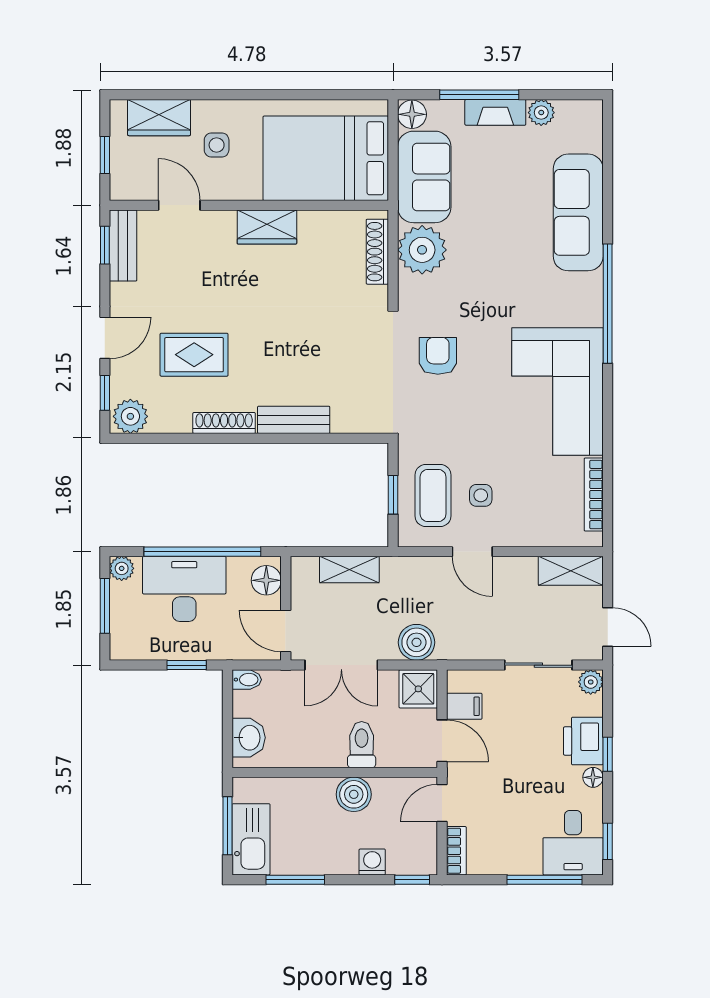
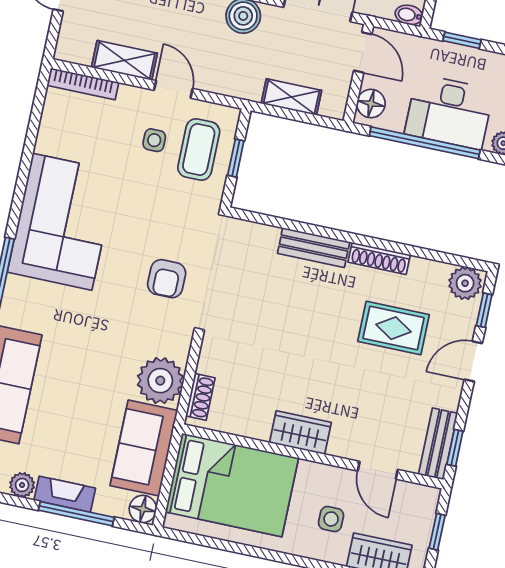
shoe rack: (377, 252) -> (200, 397), width x0.70
bookcase: (594, 495) -> (83, 84), moved, turned 90
shelving: (571, 571) -> (124, 60), moved

